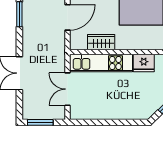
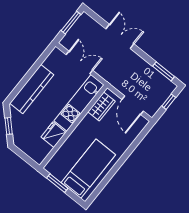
wardrobe: (101, 42) -> (101, 107), moved
kitchen counter: (121, 111) -> (32, 89), added

